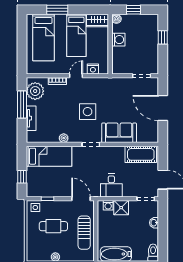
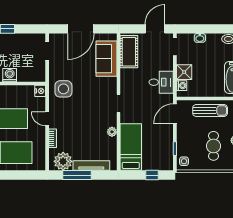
nightstand: (93, 69) -> (40, 91), moved
side table: (88, 112) -> (63, 89), moved
tv unit: (31, 118) -> (91, 165), width x1.41
sofa: (119, 133) -> (106, 59), moved
cafe table: (53, 226) -> (214, 146), moved

